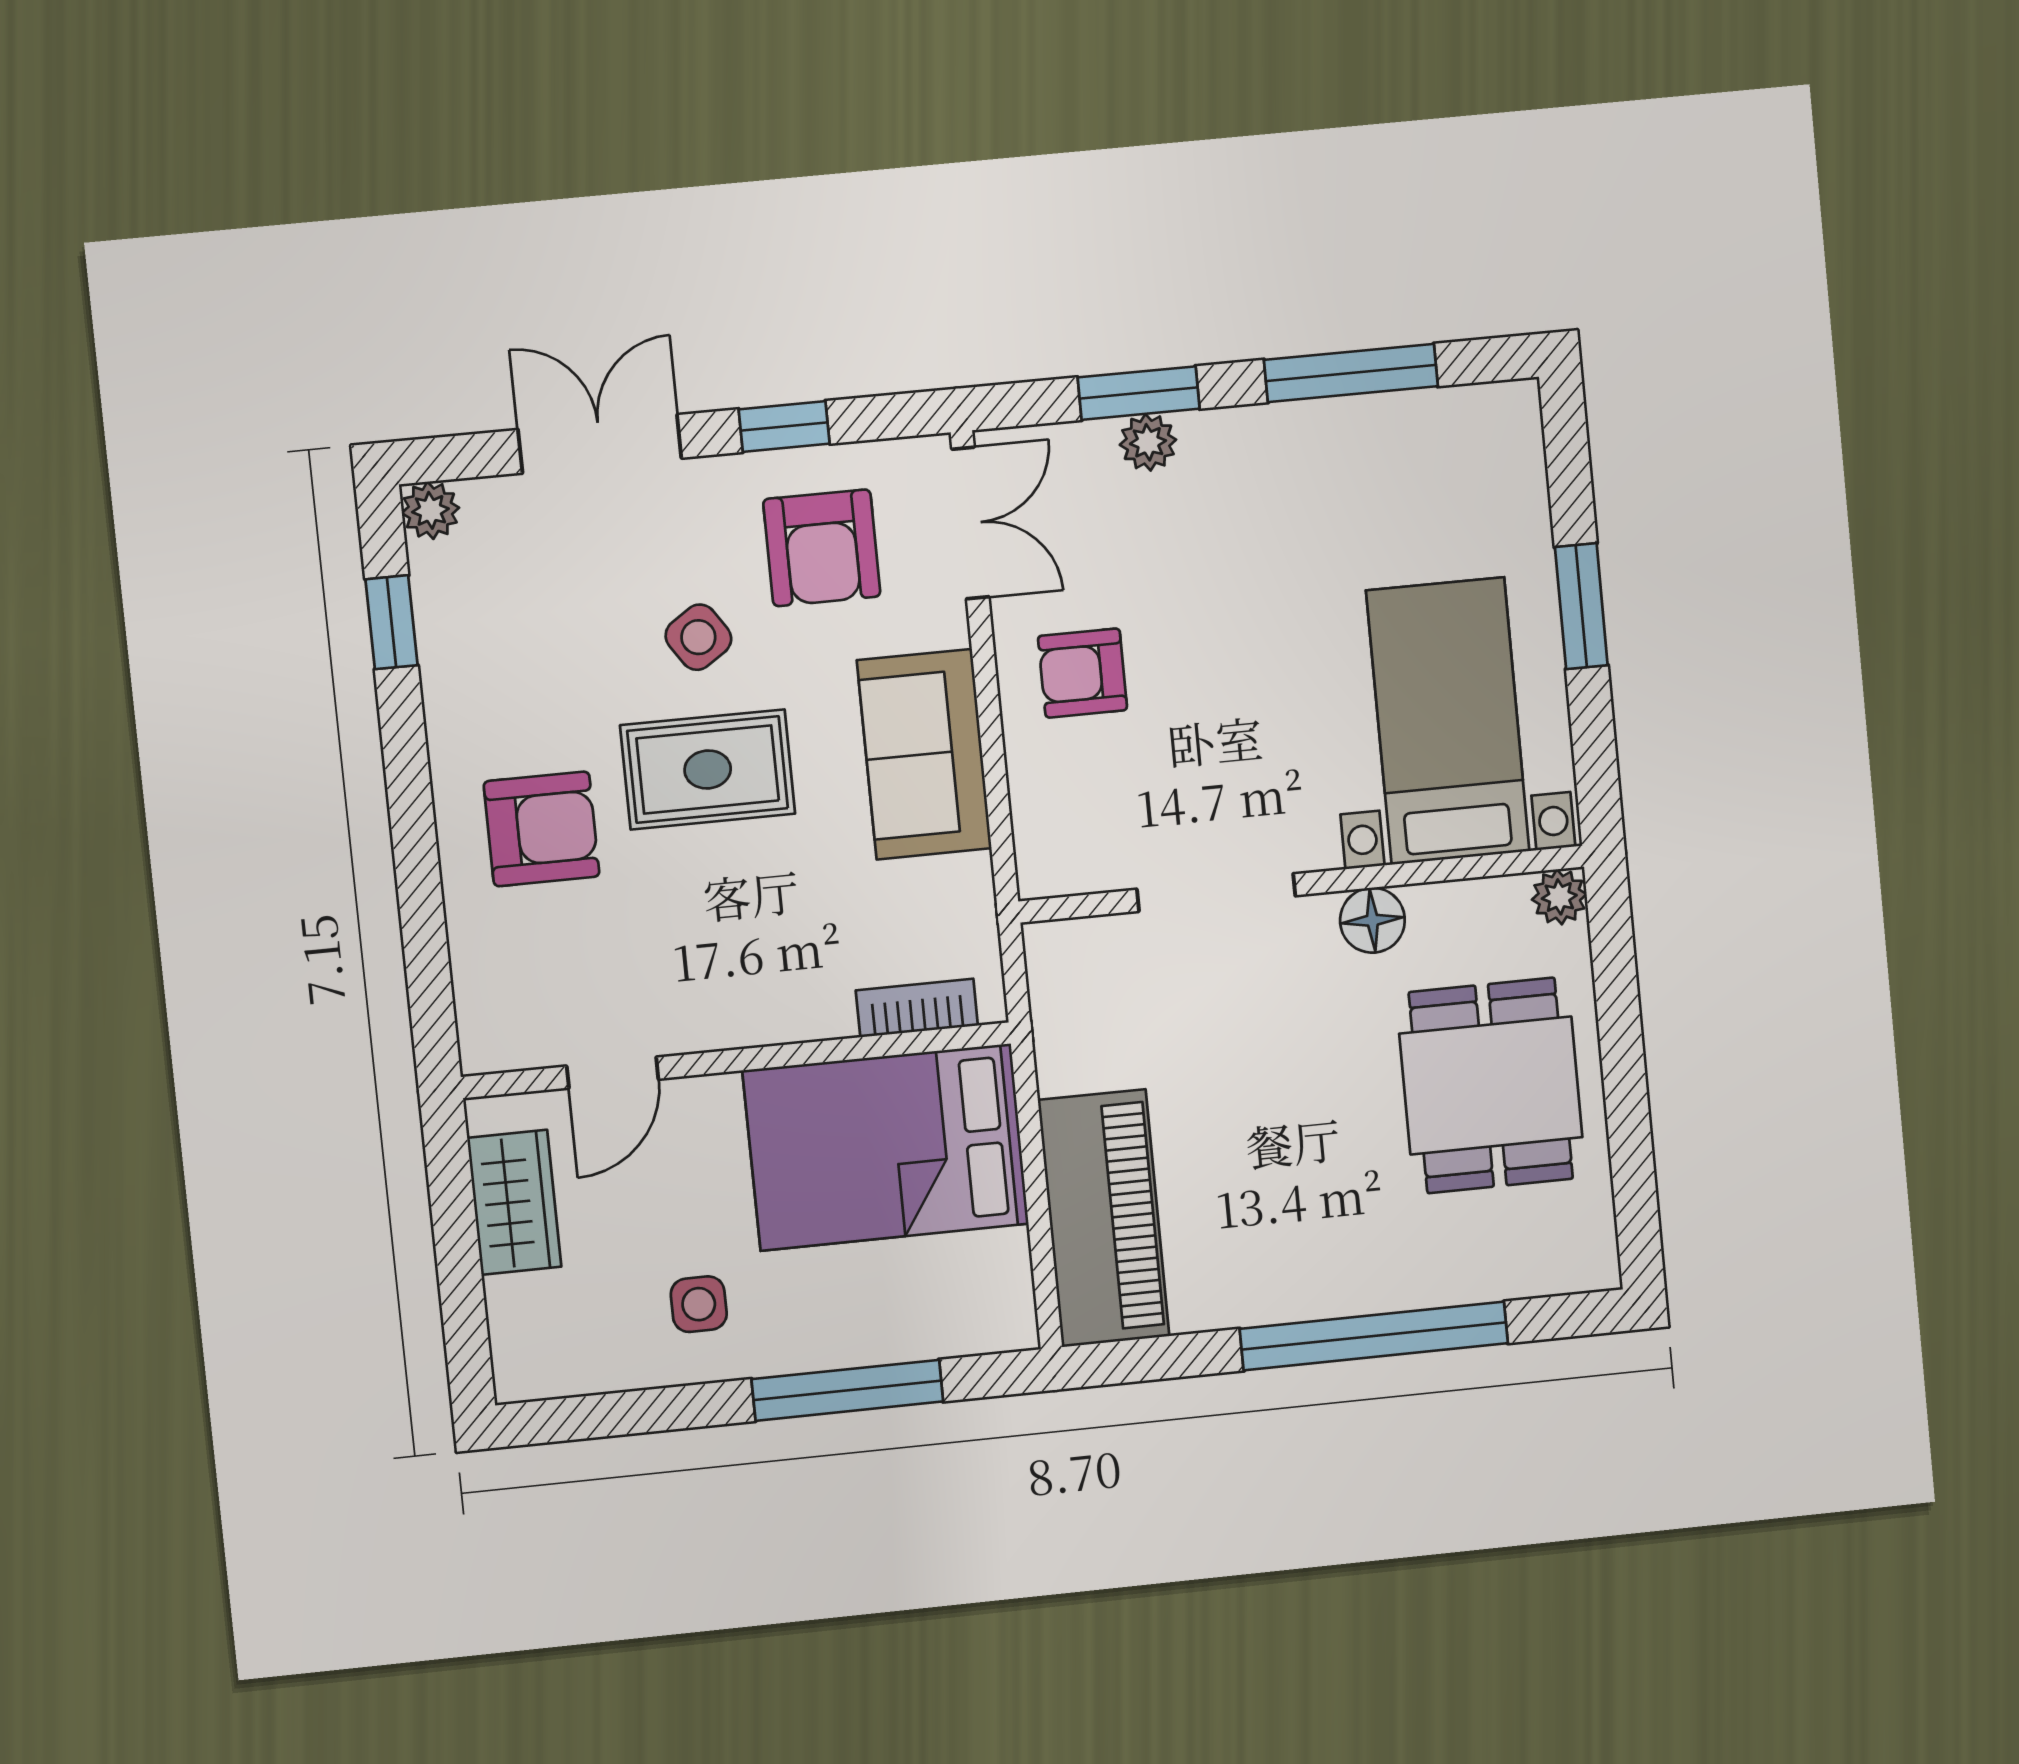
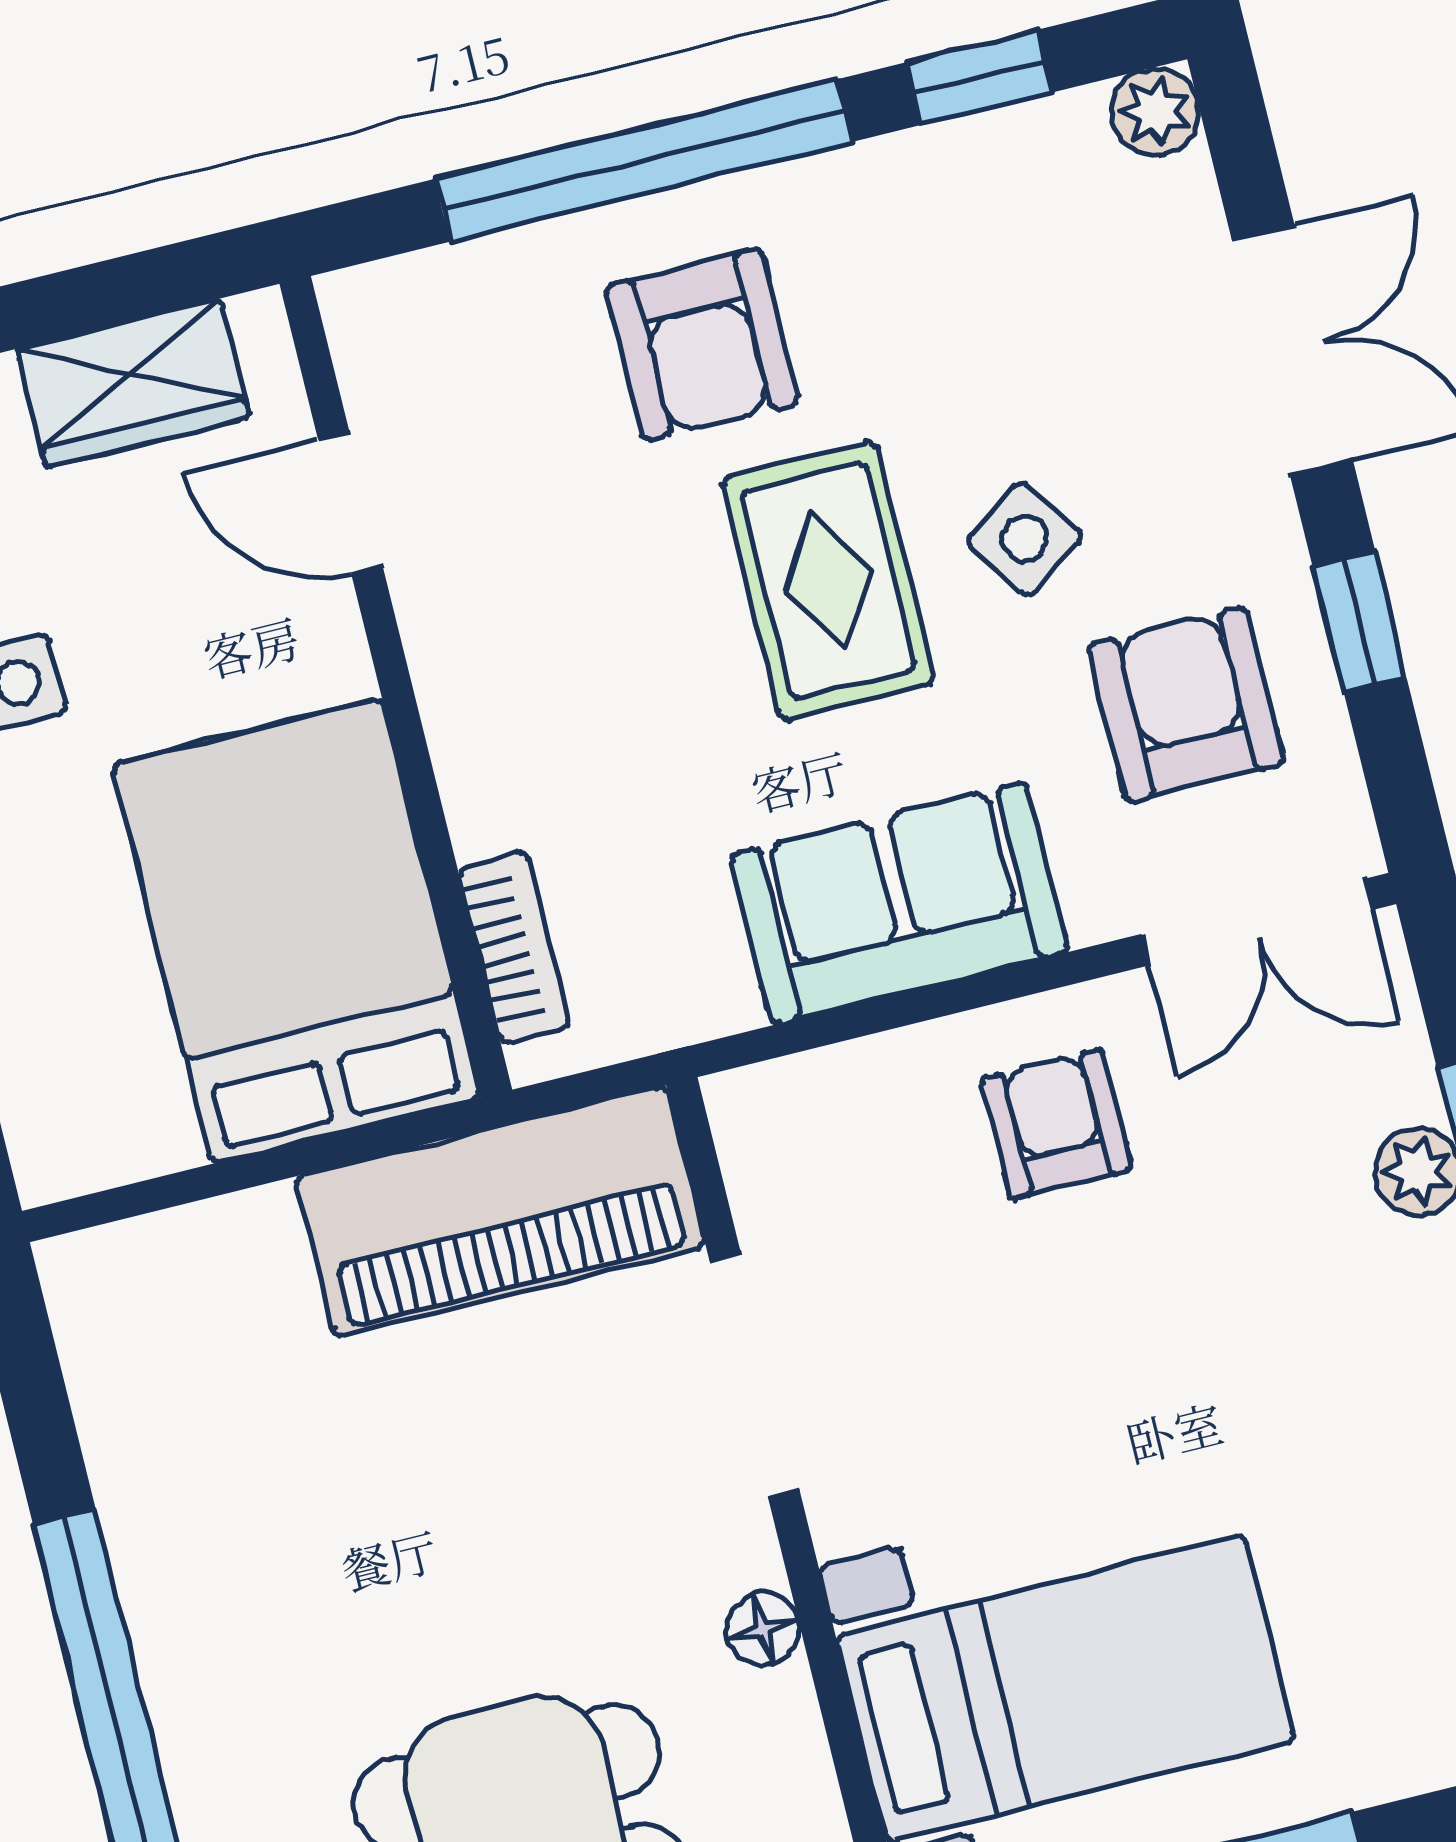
armchair: (822, 548) -> (1186, 704), turned 90
window: (415, 850) -> (644, 160), added
floor lamp: (1372, 920) -> (763, 1629), width x0.73, depth x0.73
piano: (1104, 1218) -> (500, 1211), moved

